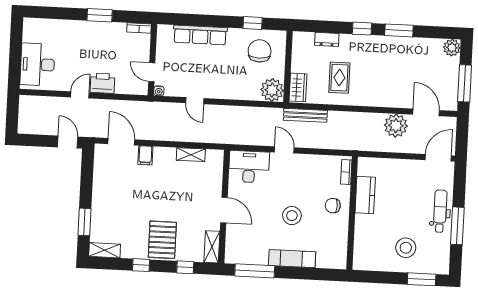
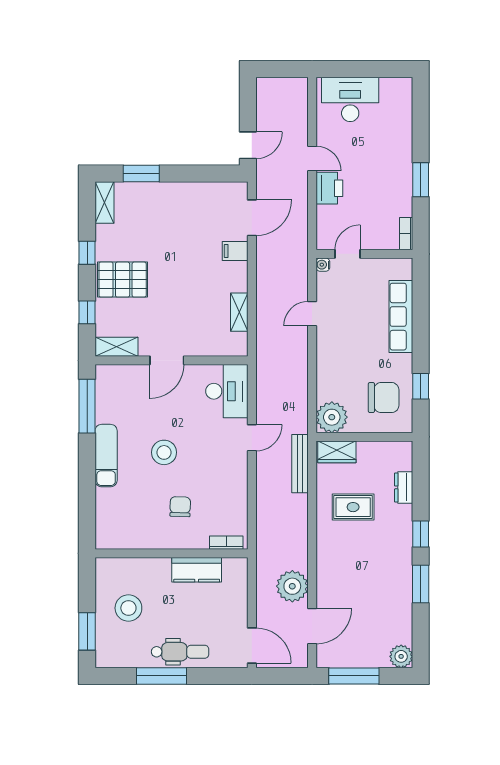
bookcase: (346, 172) -> (226, 543), moved
kitchen counter: (365, 195) -> (197, 570), moved
wall: (352, 213) -> (171, 553), moved

